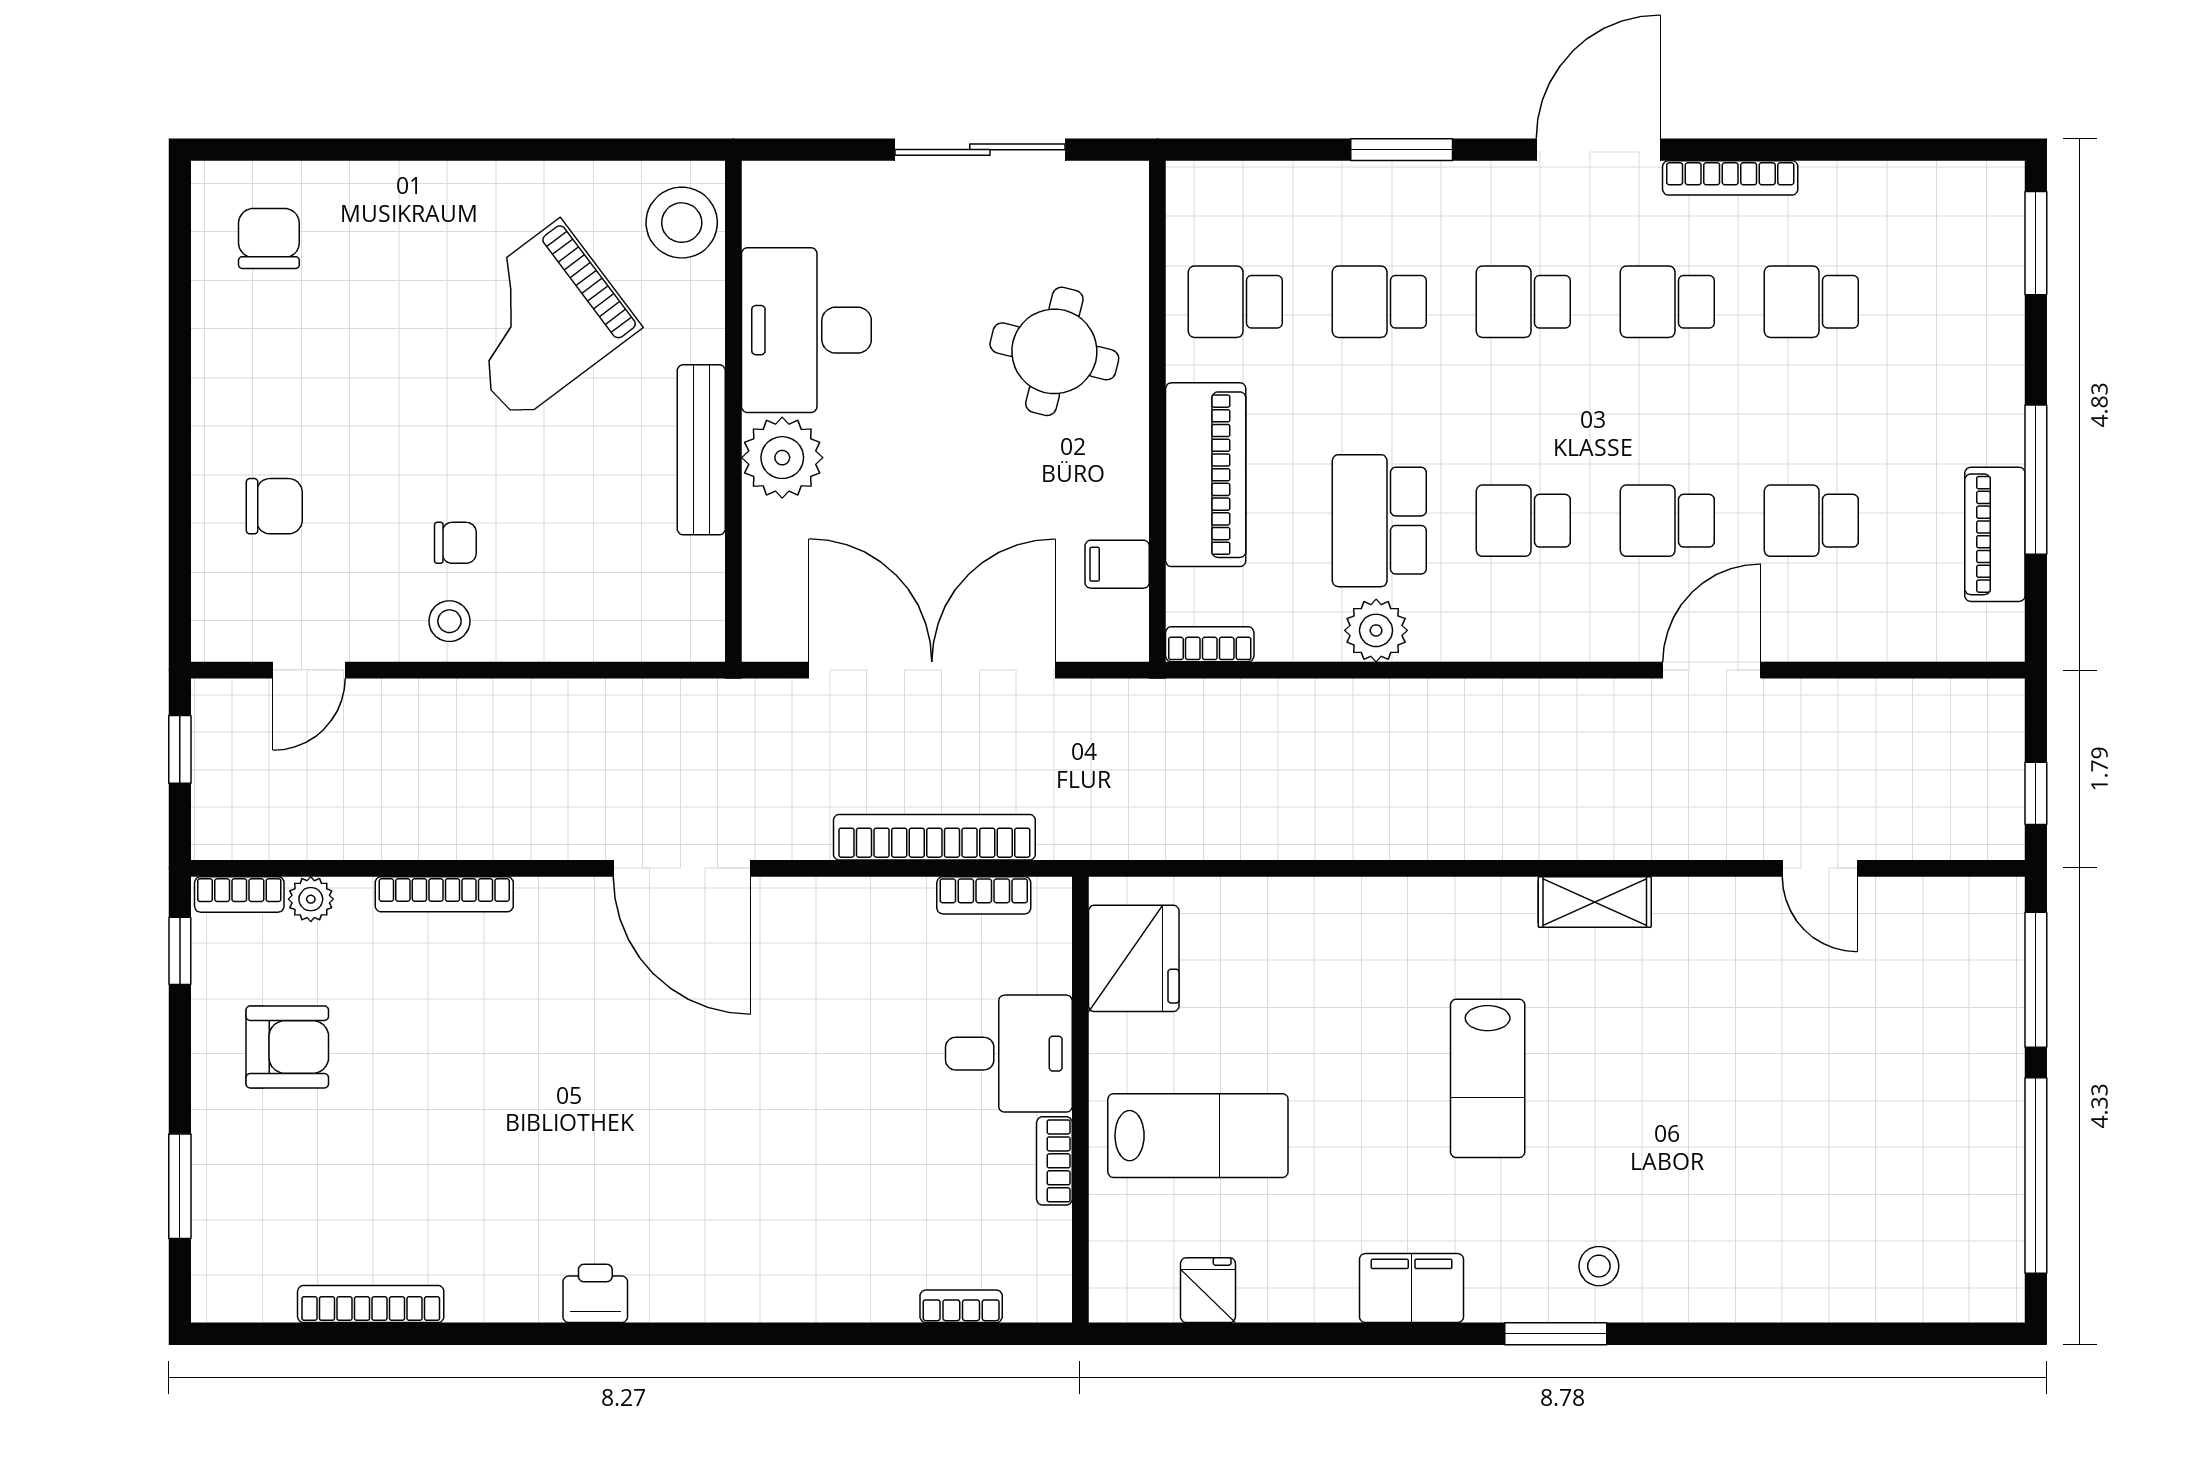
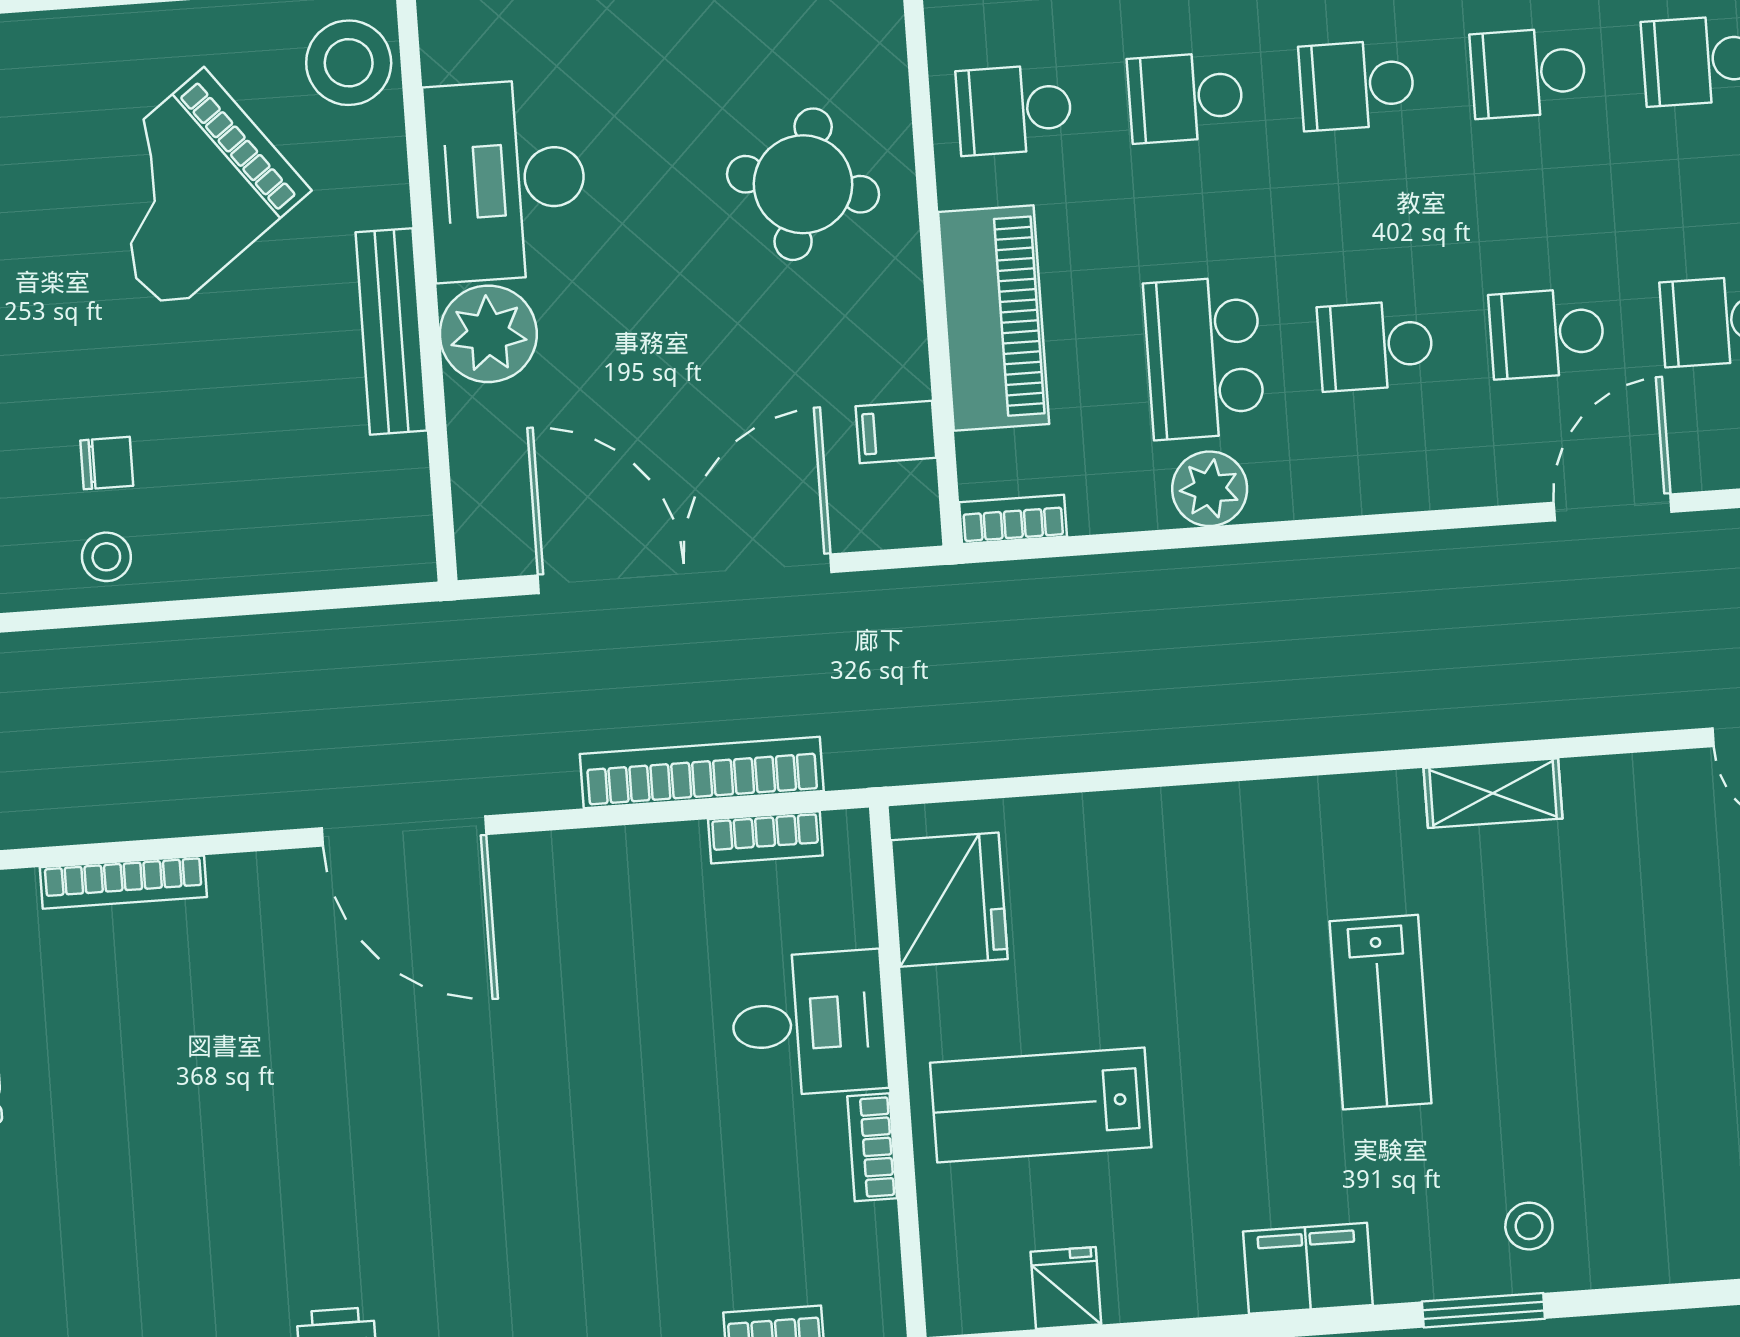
lab bench: (1198, 1136) -> (1041, 1105), turned 180

